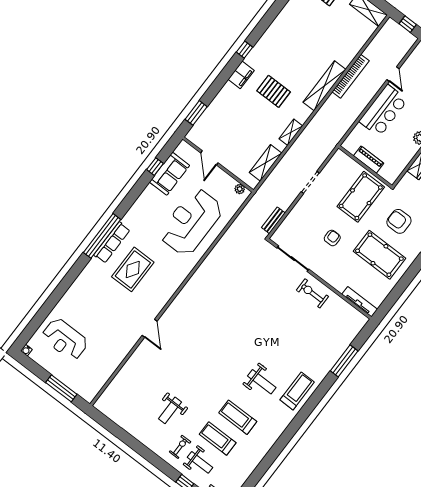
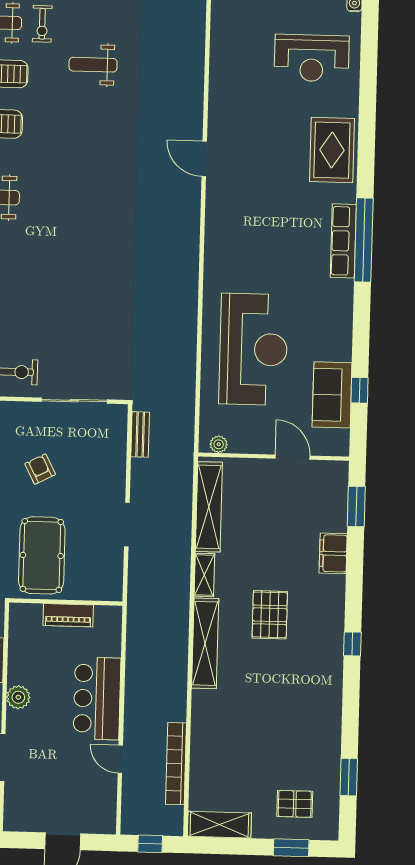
filing cabinet: (241, 75) -> (333, 553), moved
bookcase: (351, 76) -> (176, 764), moved
shelving: (324, 86) -> (205, 643), moved
pallet: (274, 91) -> (270, 615), turned 90
shelving: (266, 163) -> (209, 507), width x1.47
armchair: (332, 238) -> (40, 469), turned 153
rug: (133, 269) -> (332, 150), moved
reception desk: (65, 339) -> (312, 58), turned 180
weight bench: (170, 410) -> (93, 65), turned -90

